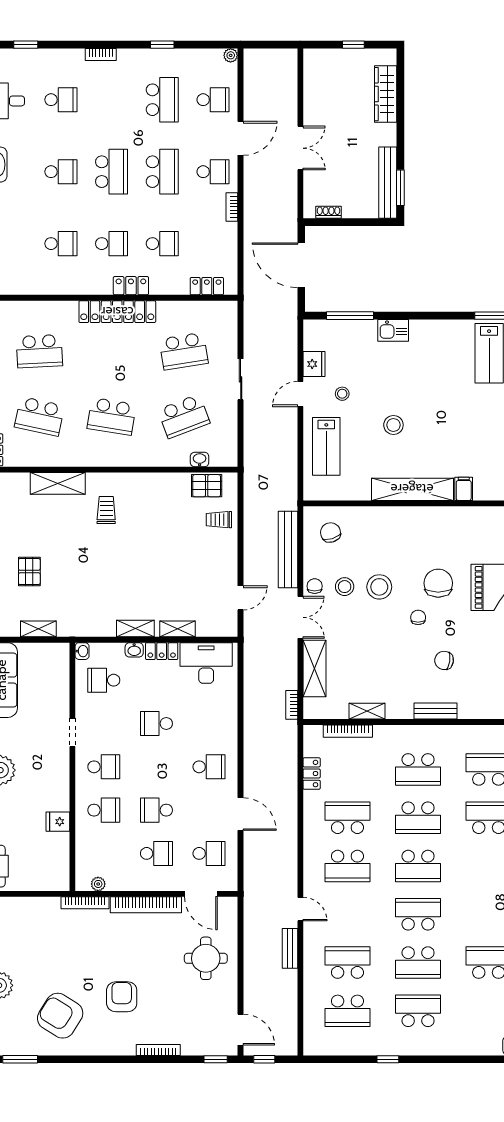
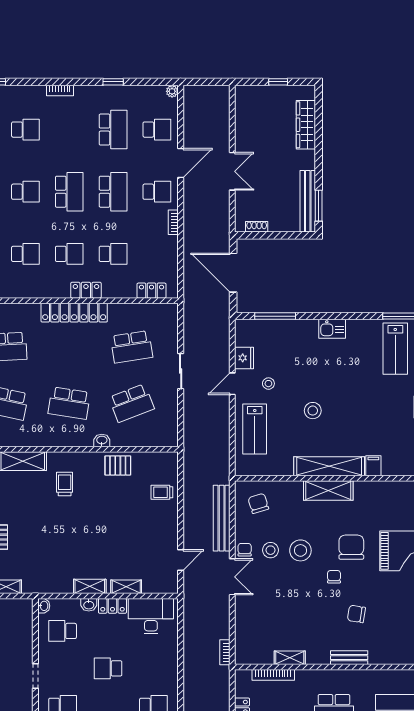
kitchen sink: (393, 330) -> (332, 329), moved
washbasin: (200, 460) -> (102, 440), moved
pallet: (207, 486) -> (118, 465), moved
shelving: (314, 669) -> (328, 490), moved, turned 90

